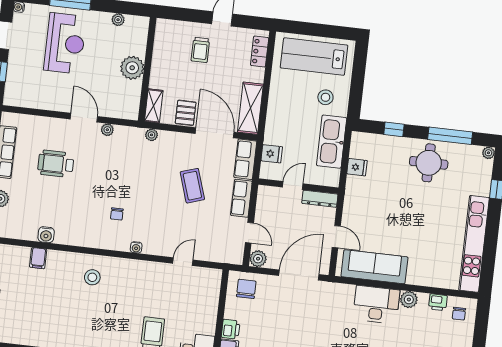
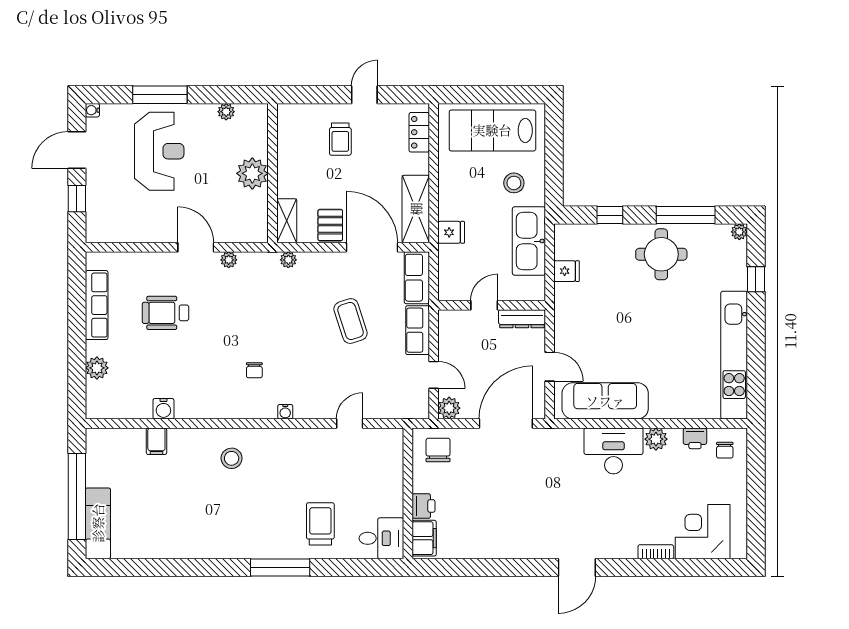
fridge: (272, 154) -> (451, 232), moved

